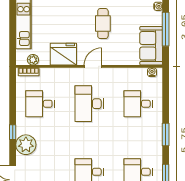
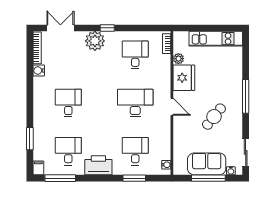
cafe table: (103, 24) -> (214, 117), turned -51
sofa: (151, 46) -> (207, 164), moved
plant: (33, 60) -> (178, 59), moved
window: (166, 135) -> (134, 178), moved
printer: (153, 141) -> (98, 165), added

